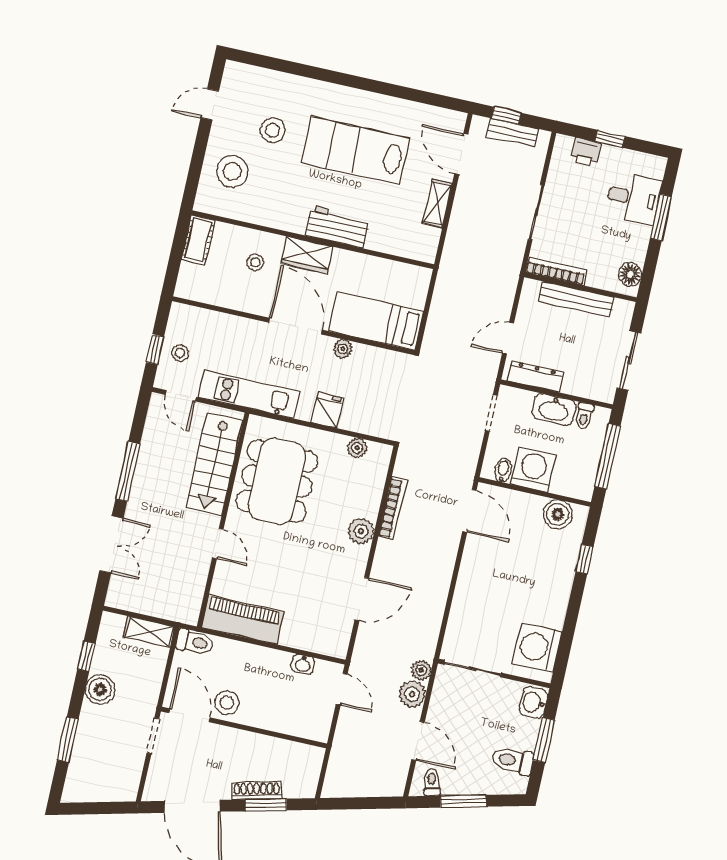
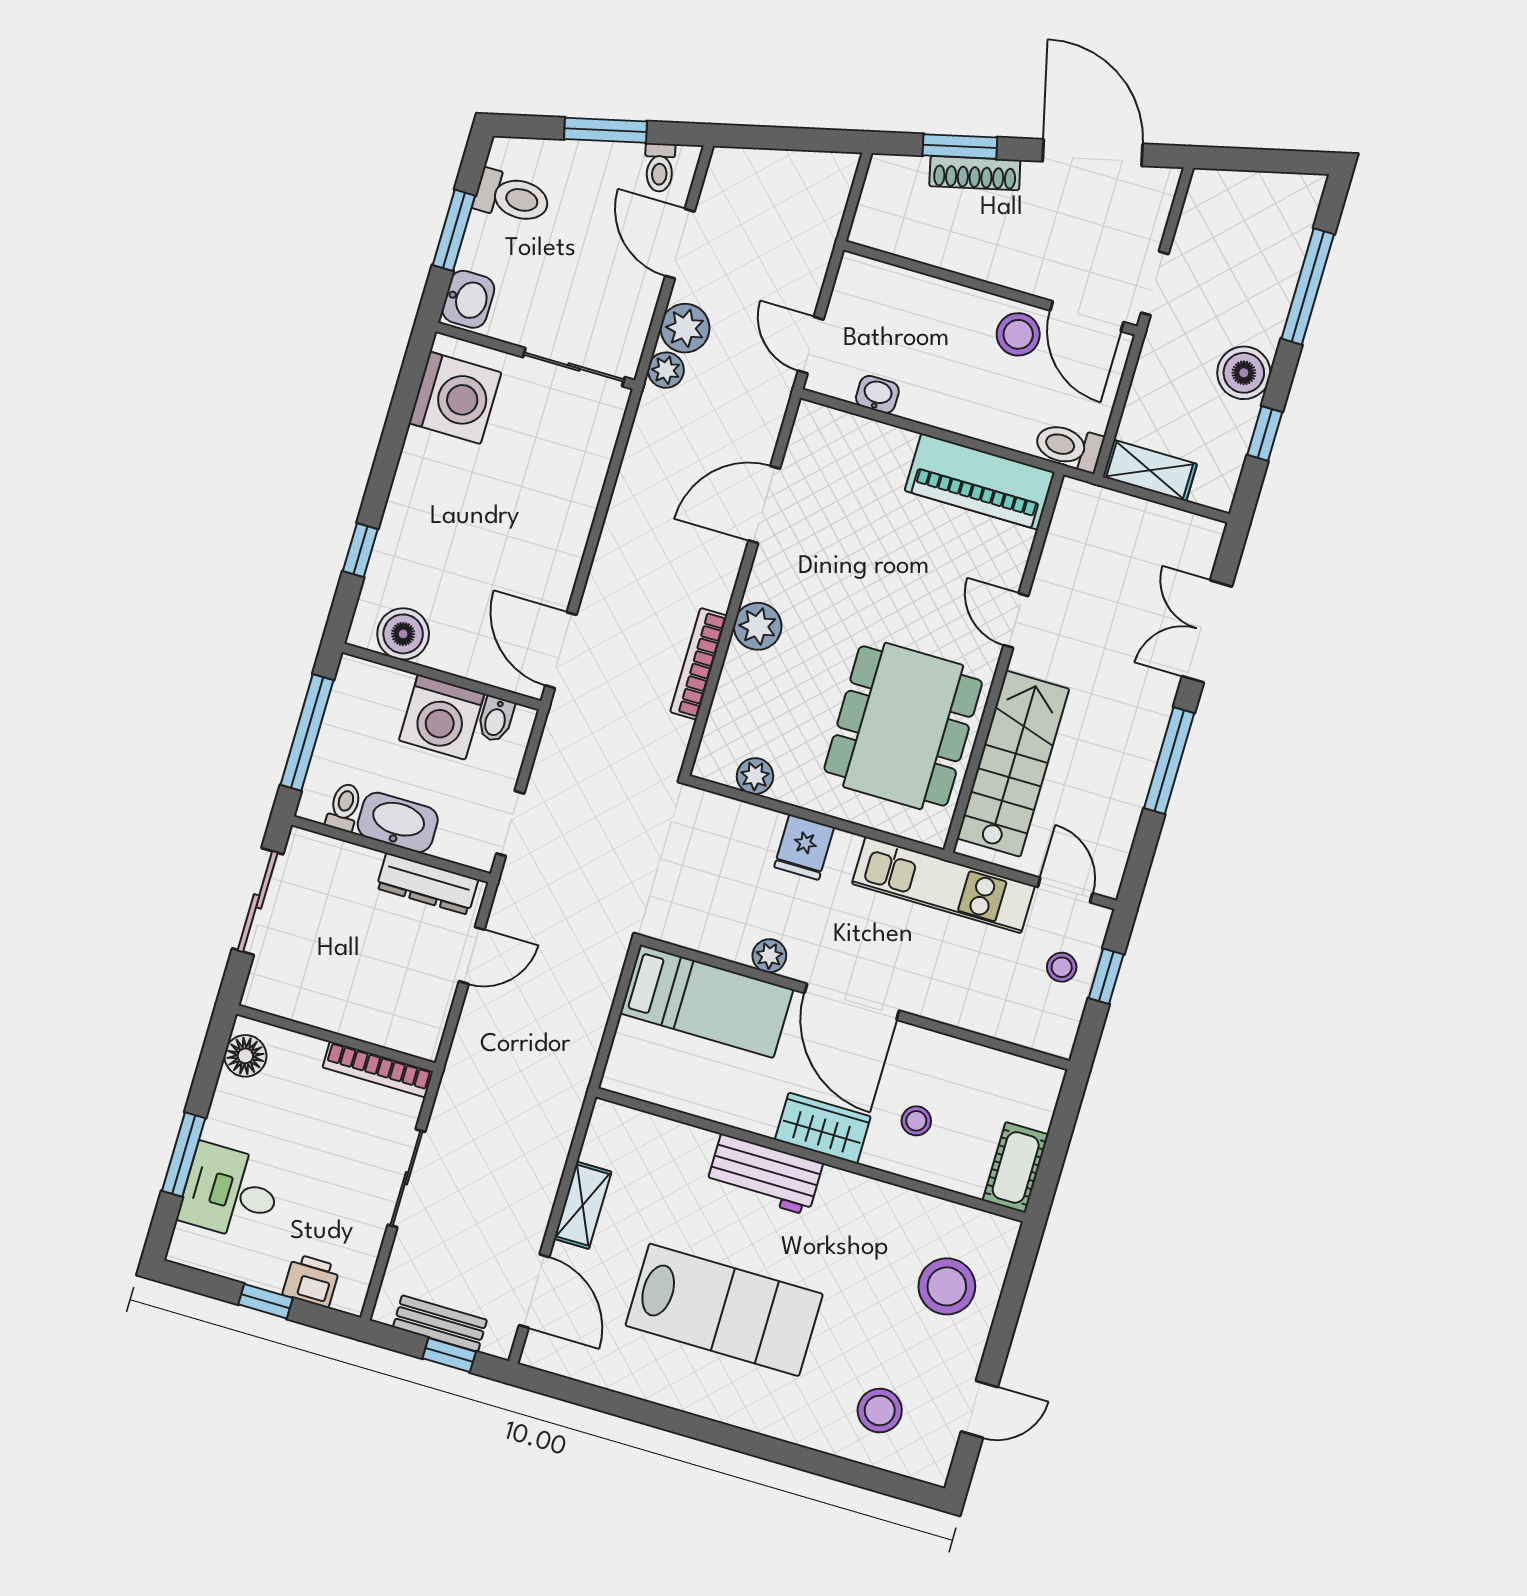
stool: (273, 130) -> (880, 1410), moved
bench: (576, 299) -> (345, 1017), removed
window: (68, 740) -> (1308, 286), width x1.44

